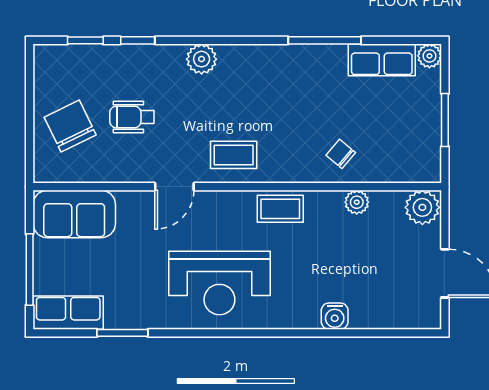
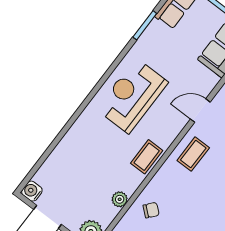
door: (174, 187) -> (200, 111), hinge flipped
water cooler: (335, 316) -> (32, 191), moved

